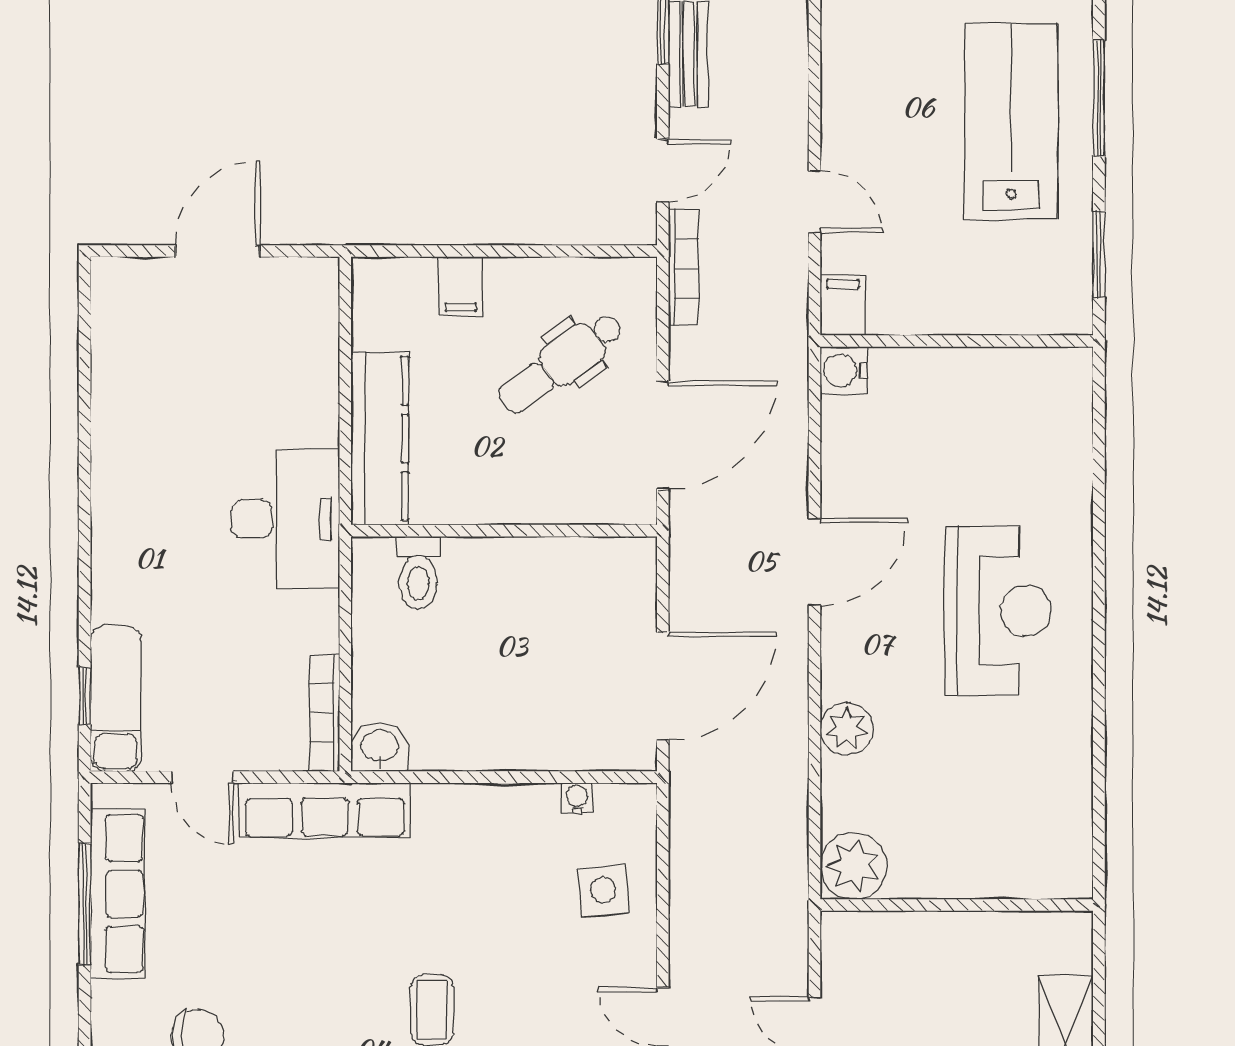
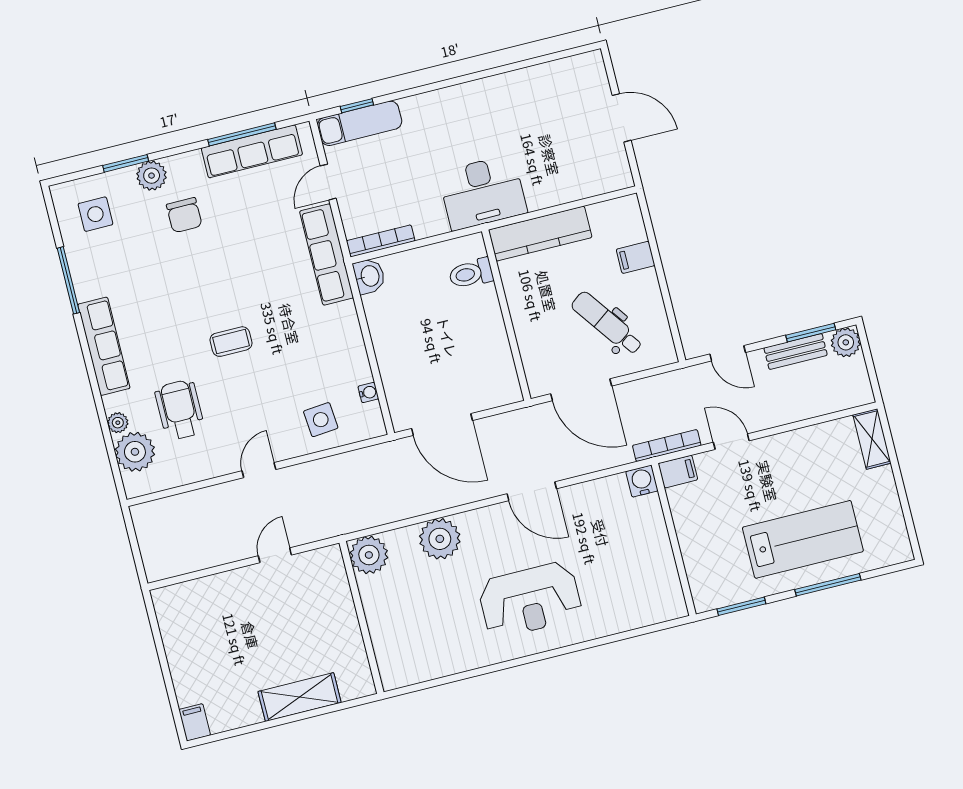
door: (814, 202) -> (731, 442), swing flipped
bookcase: (683, 268) -> (667, 446), moved, turned 180
plant: (847, 729) -> (440, 539), width x1.36, depth x1.36

